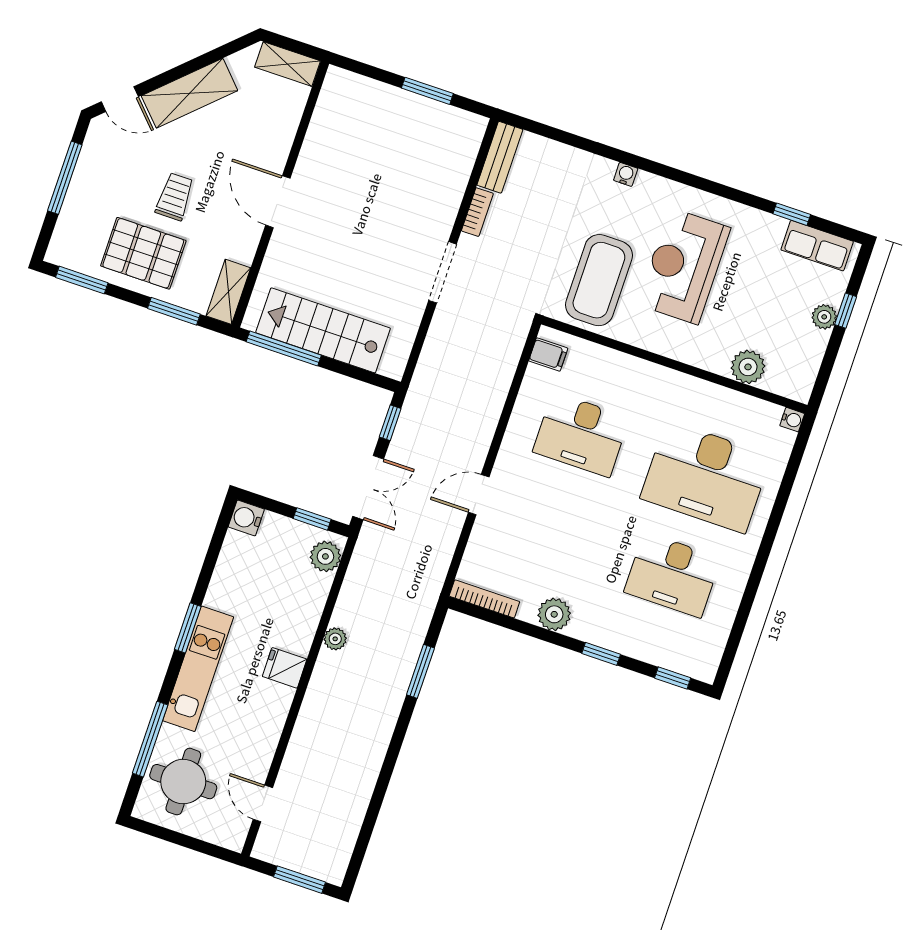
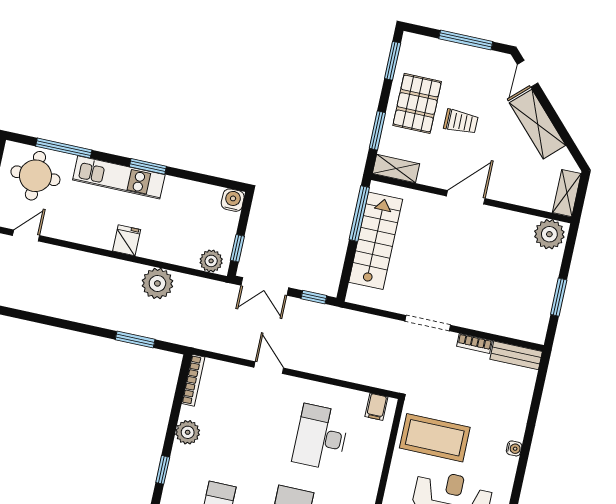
plant: (341, 94) -> (549, 234), added
plant: (335, 639) -> (157, 283), width x1.88, depth x1.88

